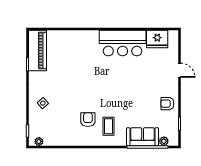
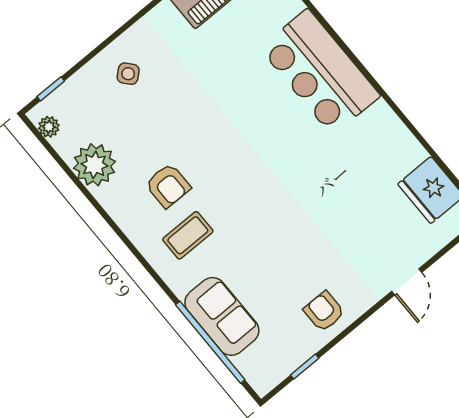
bar counter: (123, 43) -> (320, 72), moved
armchair: (88, 120) -> (168, 186), turned 90
plant: (164, 141) -> (95, 165), moved, width x1.87, depth x1.87

